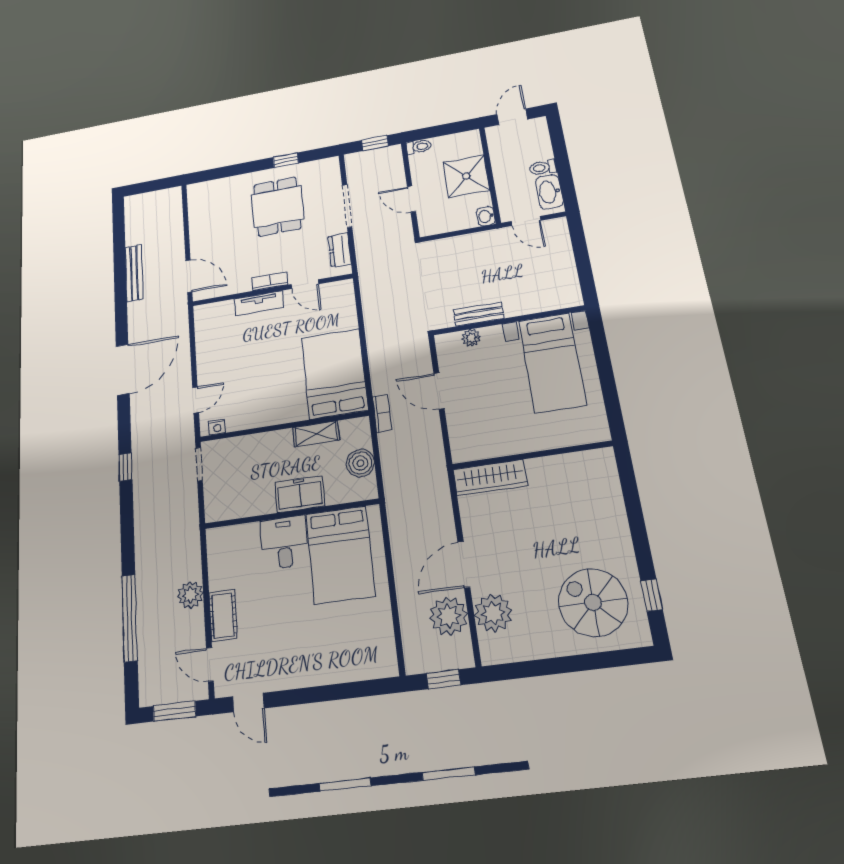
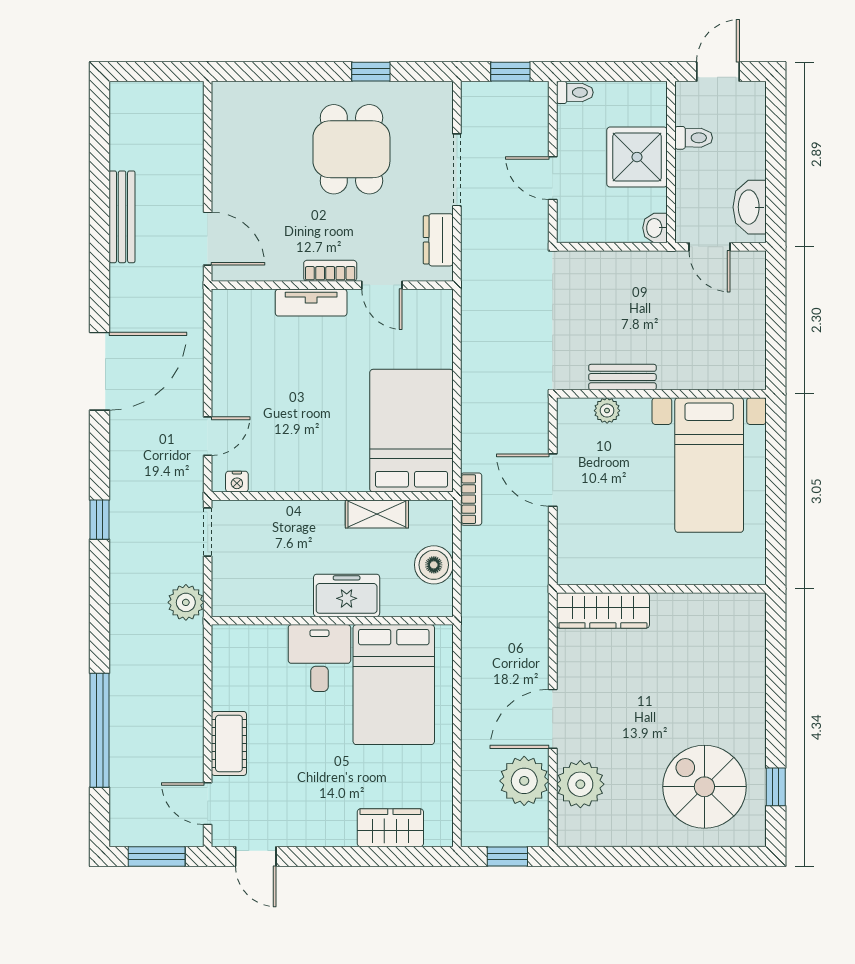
toilet: (543, 167) -> (694, 138), moved, turned 180
plant: (190, 595) -> (186, 602), moved
wardrobe: (349, 667) -> (390, 828), added

